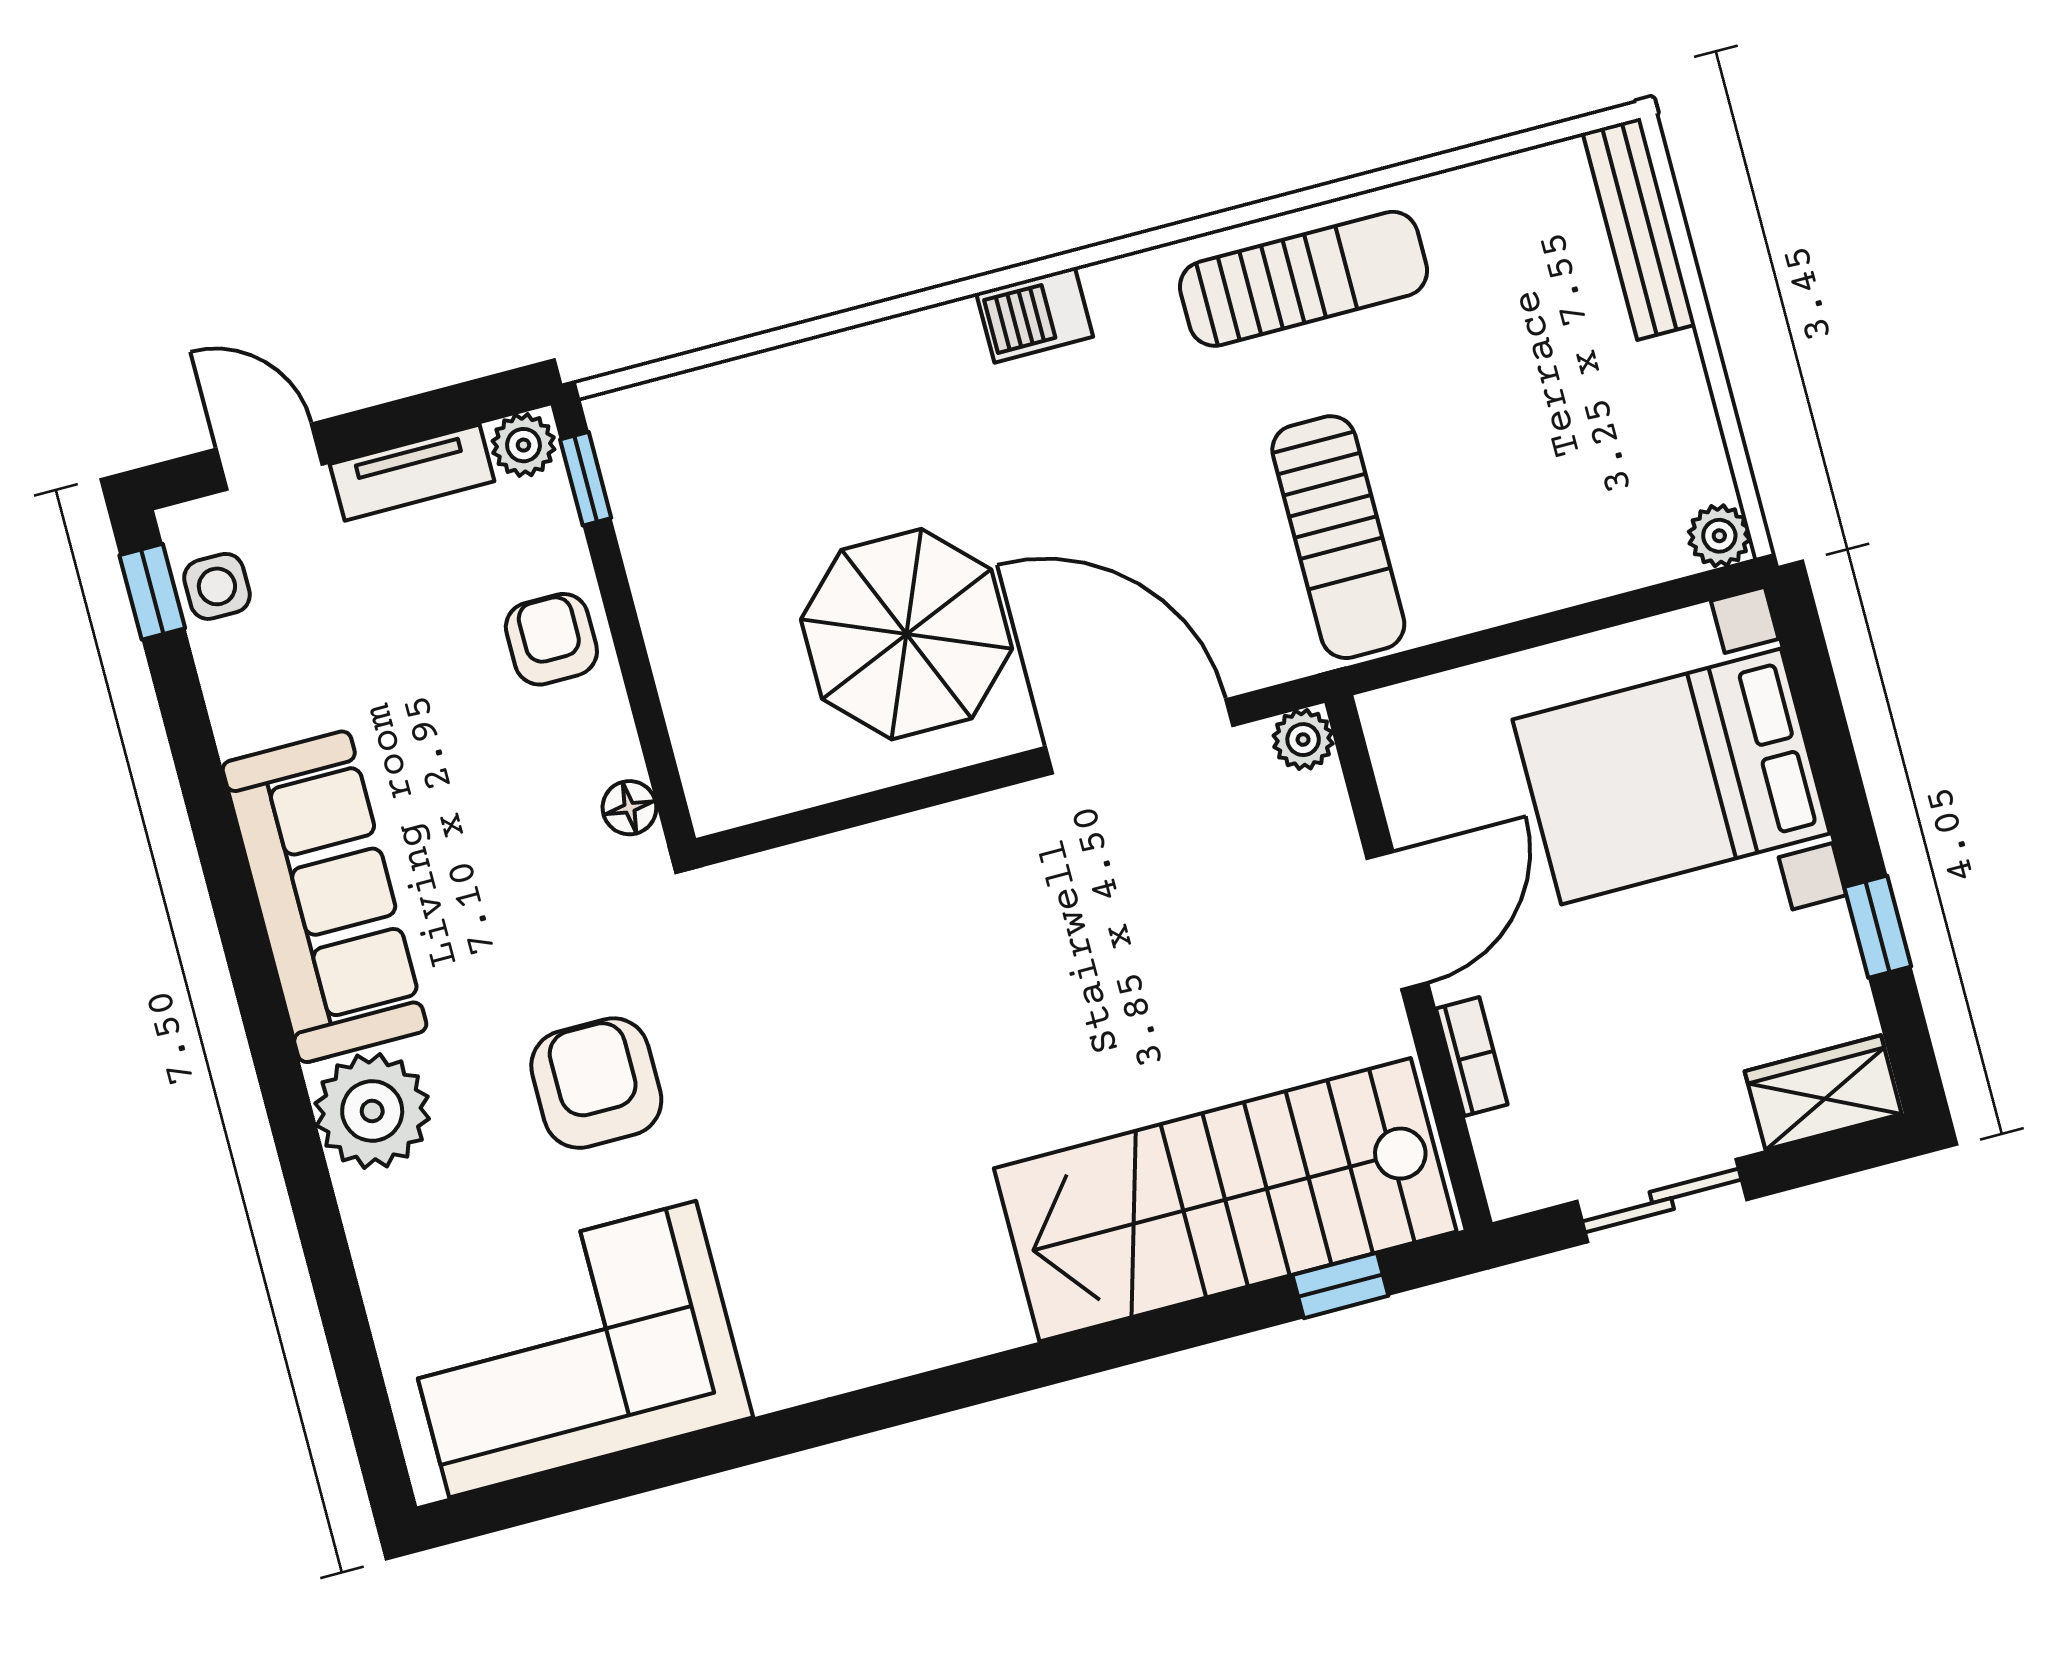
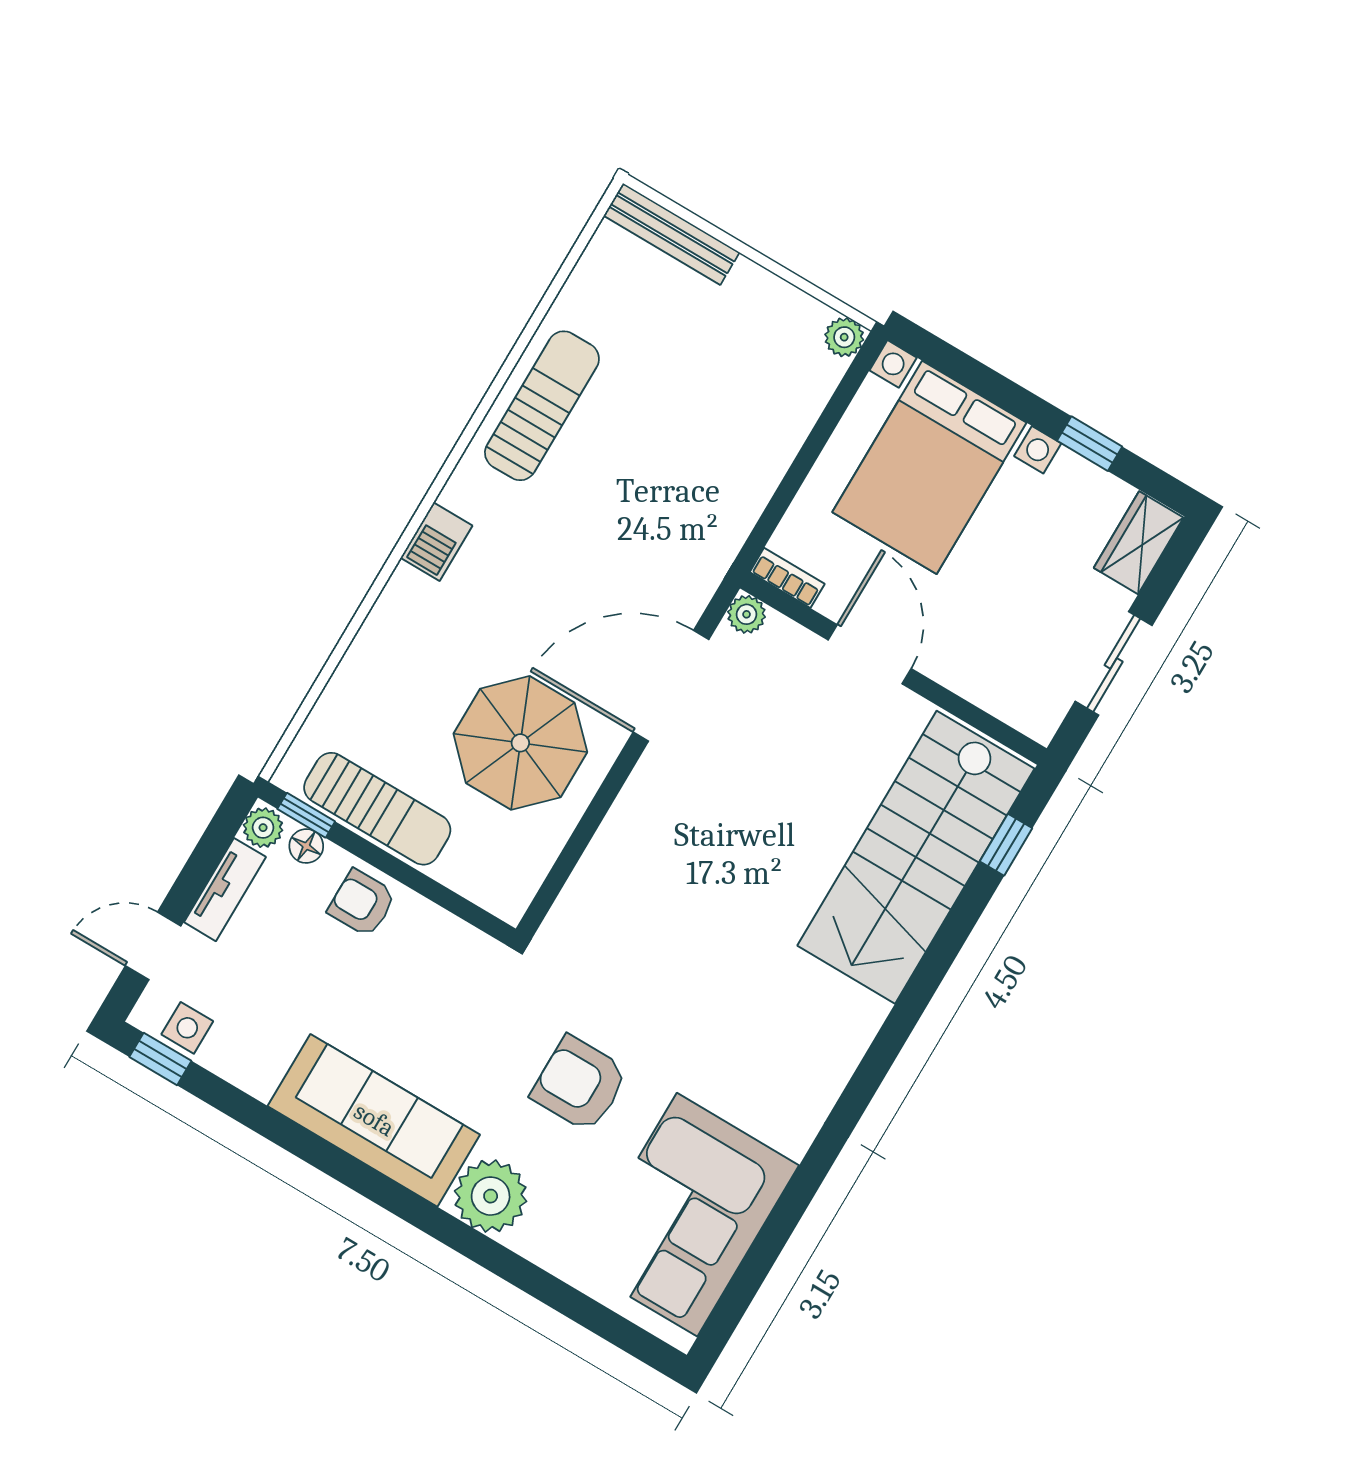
sun lounger: (1338, 537) -> (377, 809), moved
floor lamp: (629, 808) -> (306, 846), moved
bookcase: (1472, 1056) -> (787, 578), moved

